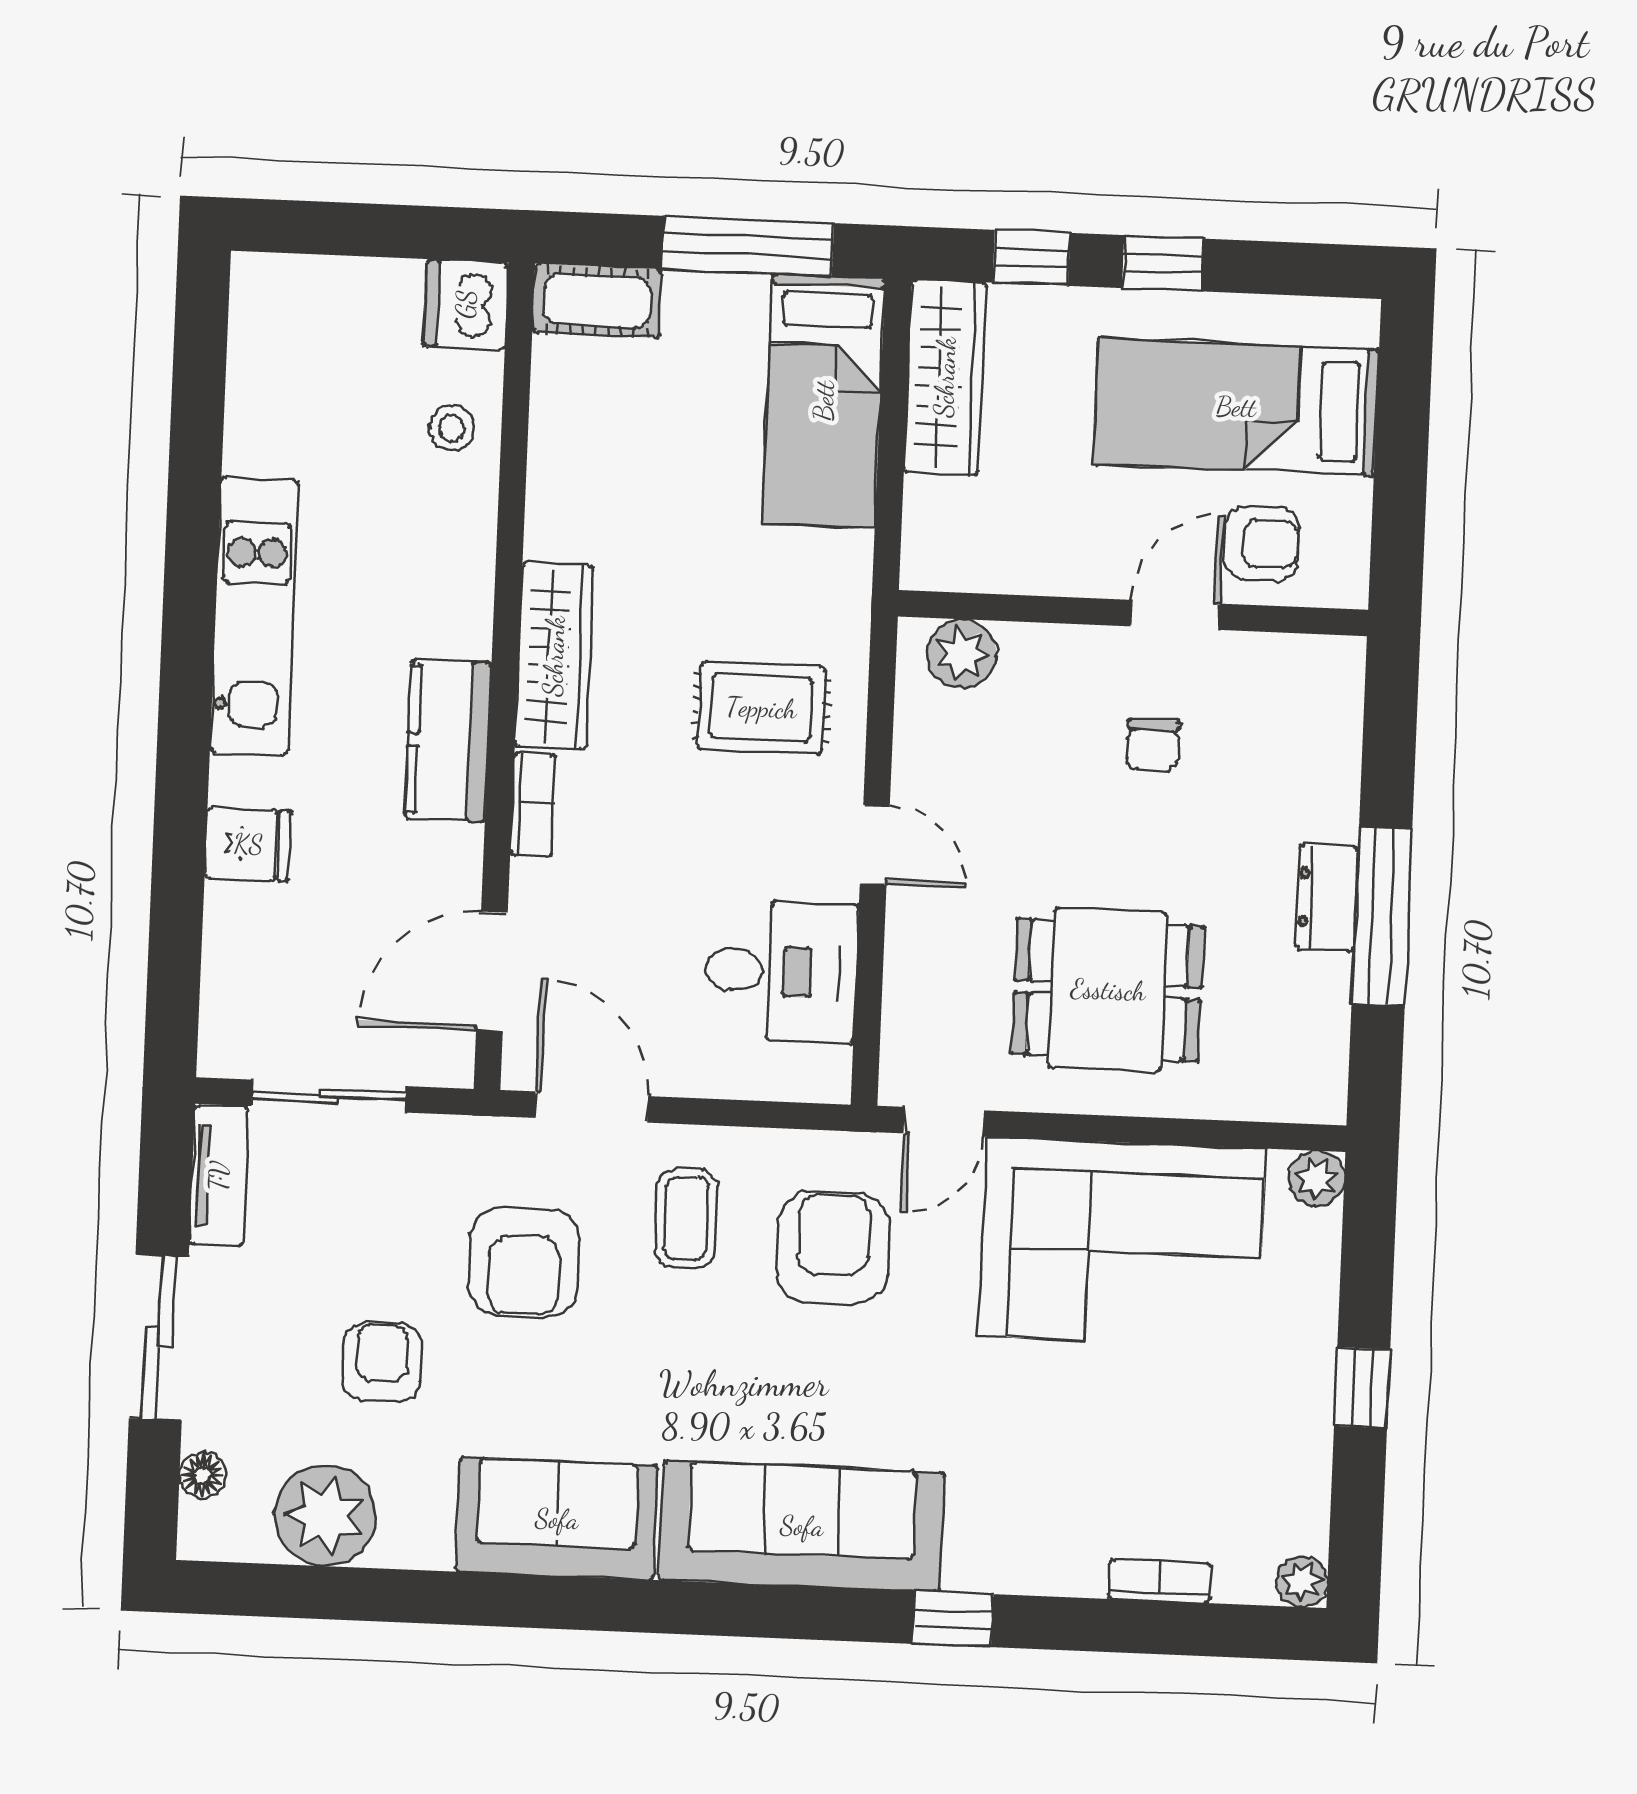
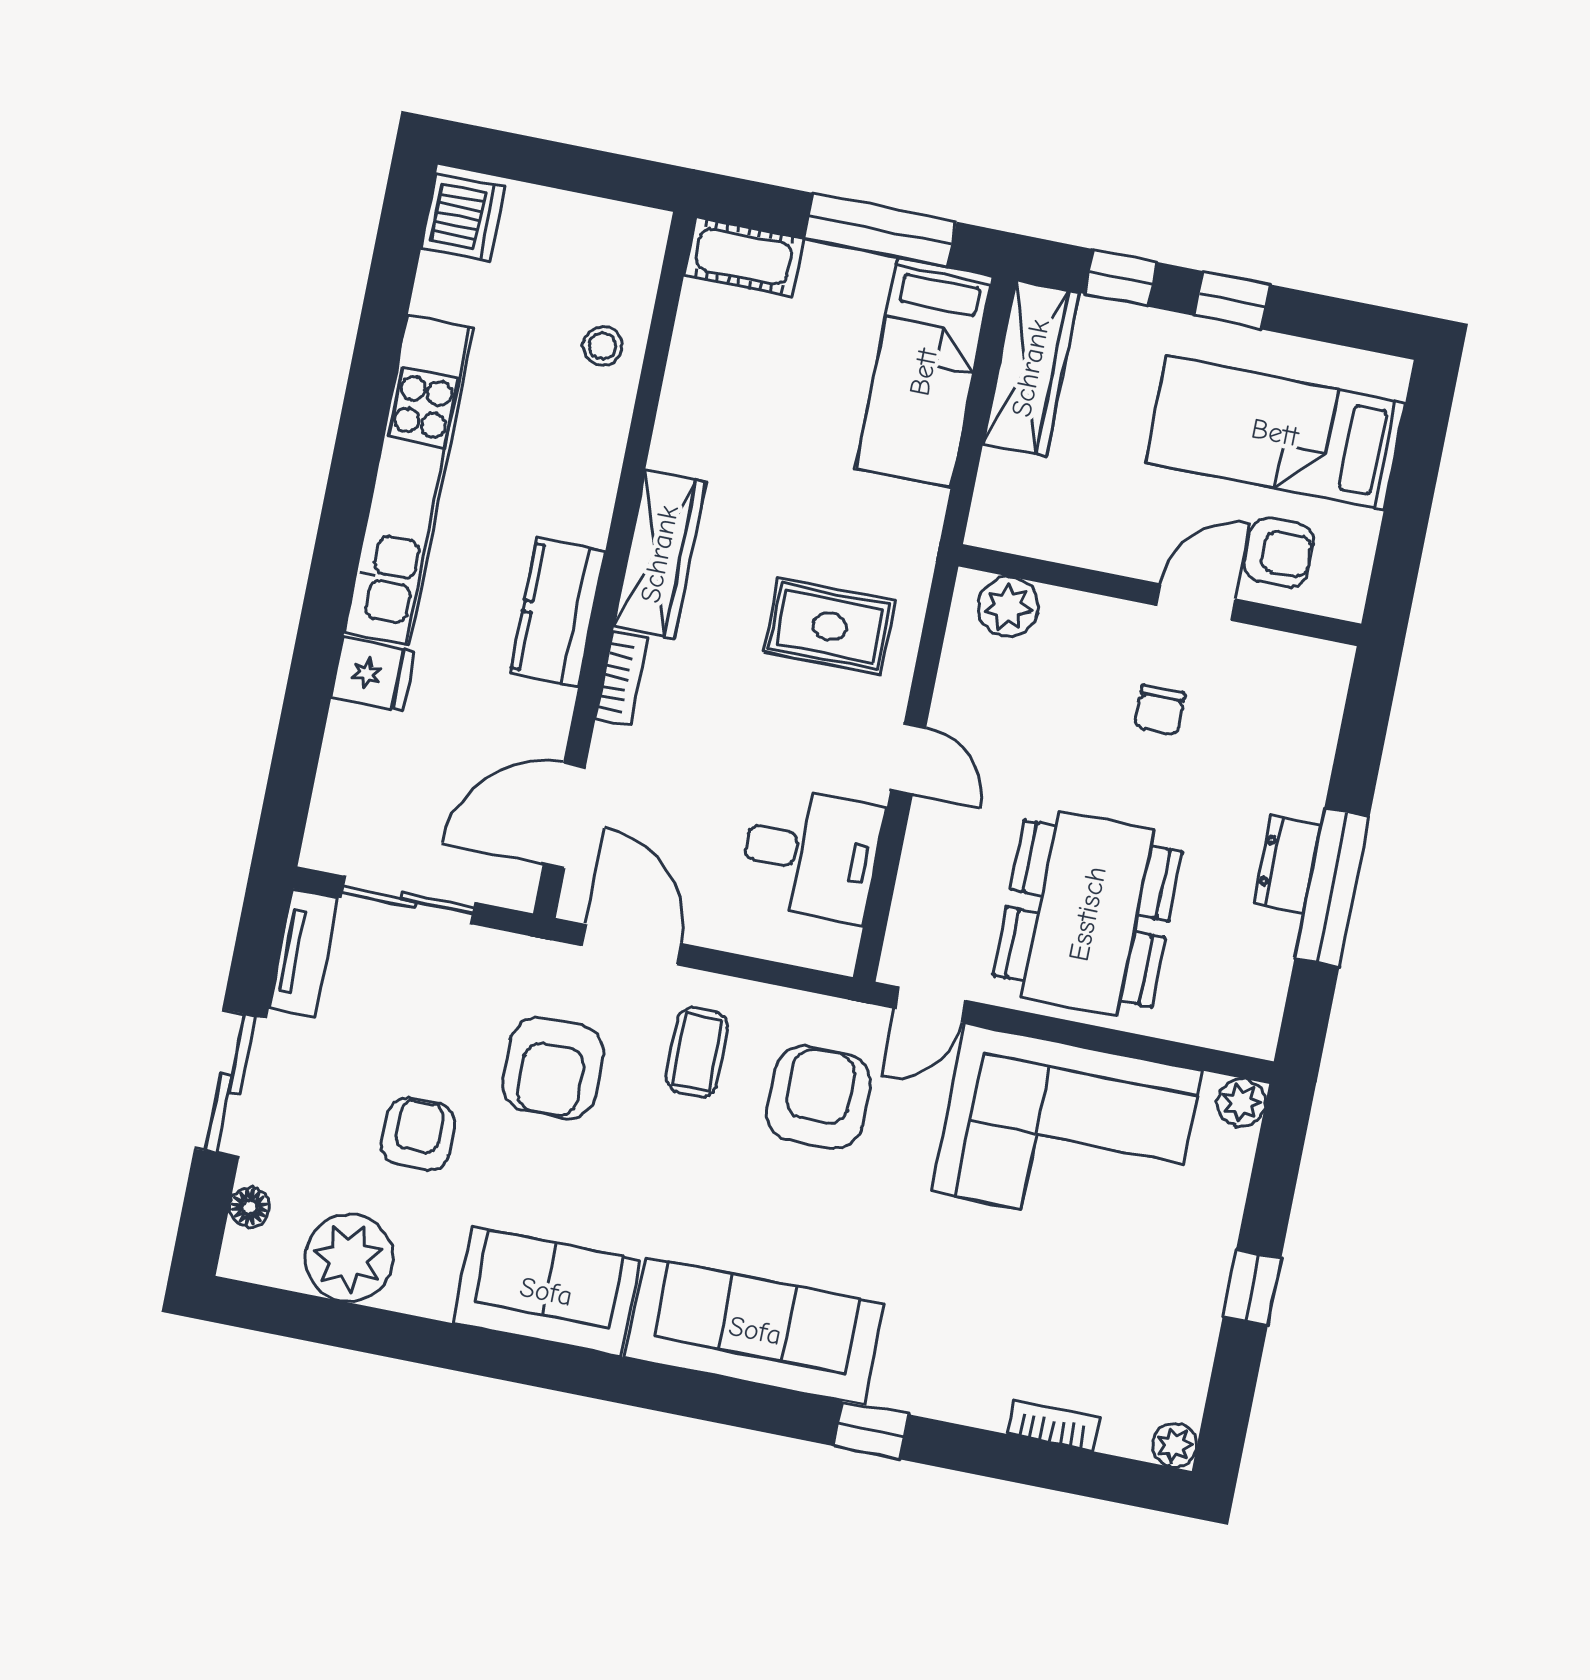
dishwasher: (466, 304) -> (463, 217), moved, turned 180
kitchen unit: (254, 616) -> (409, 480), width x1.36
dining table: (1108, 990) -> (1088, 914), width x1.38

